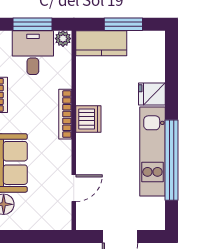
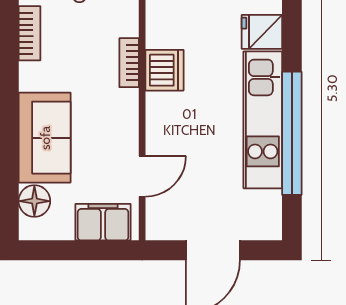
bookcase: (65, 114) -> (129, 63), width x0.64
filing cabinet: (48, 218) -> (103, 222), added

